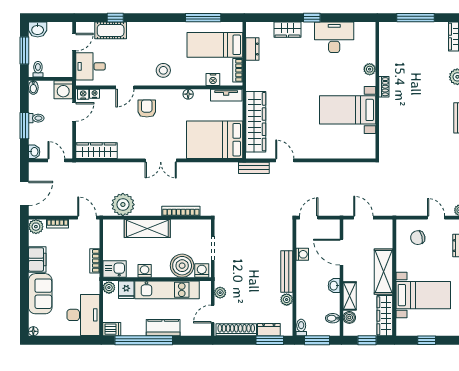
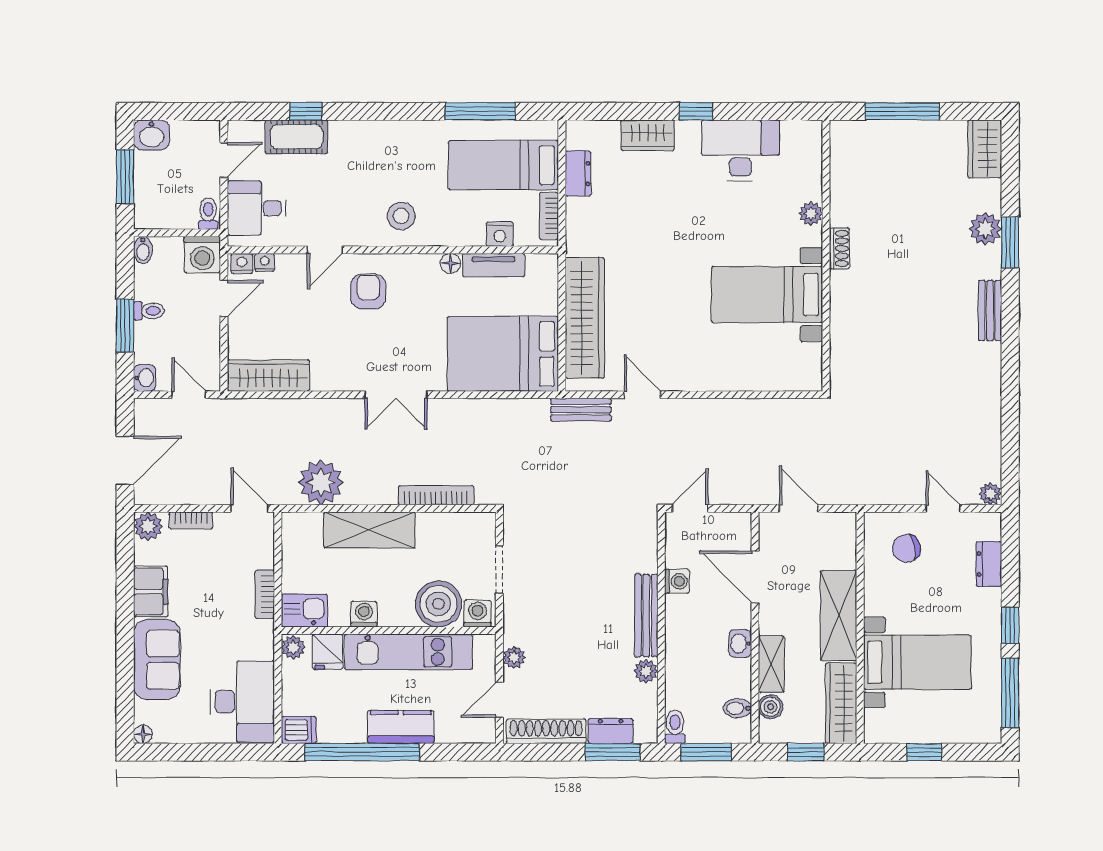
toilet: (38, 69) -> (208, 214), moved
tv unit: (226, 95) -> (494, 265), moved

